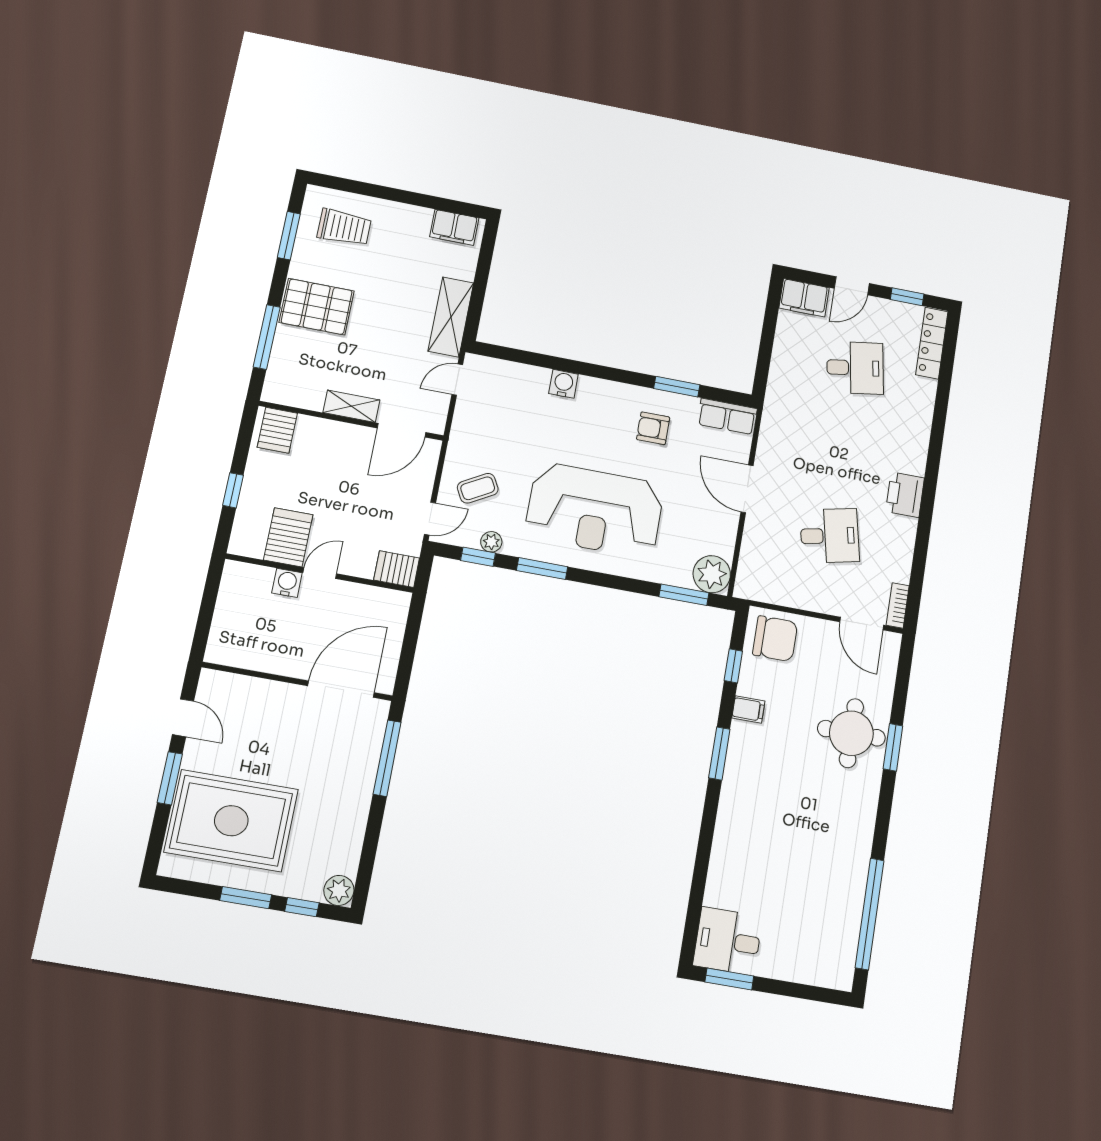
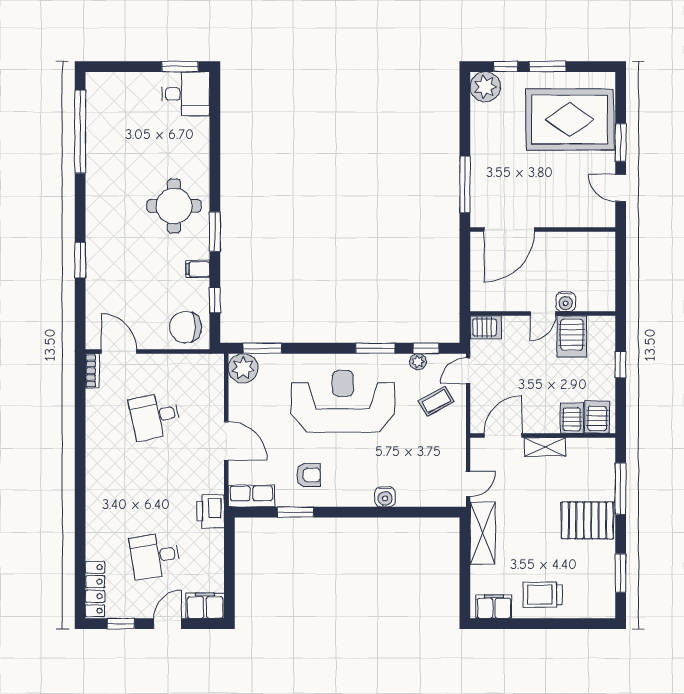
trolley: (344, 227) -> (542, 595), moved
server rack: (310, 435) -> (572, 418), added
printer: (905, 495) -> (210, 511), moved, turned 180
round table: (851, 733) -> (174, 206), moved
plant: (339, 890) -> (485, 87), width x1.36, depth x1.36

